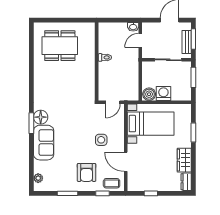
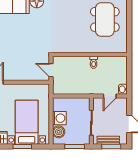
door: (140, 40) -> (110, 96), swing flipped
boiler: (149, 94) -> (59, 132), moved
bed with nightstands: (151, 124) -> (27, 122), moved, turned 180
side table: (101, 140) -> (15, 59), removed

